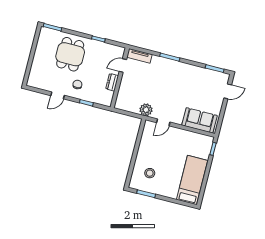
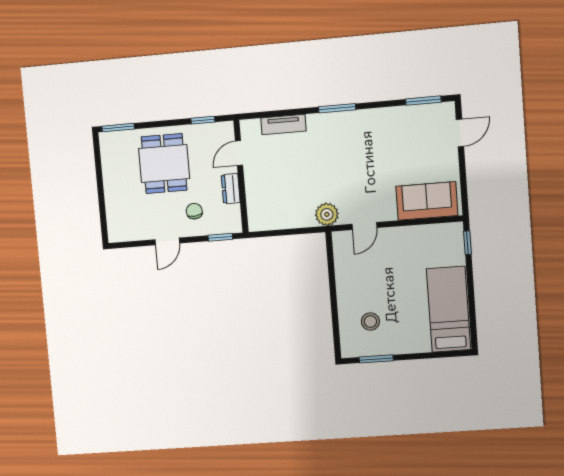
door: (123, 65) -> (239, 153), moved
wall: (120, 78) -> (241, 176), moved
dresser: (112, 82) -> (231, 189), moved

